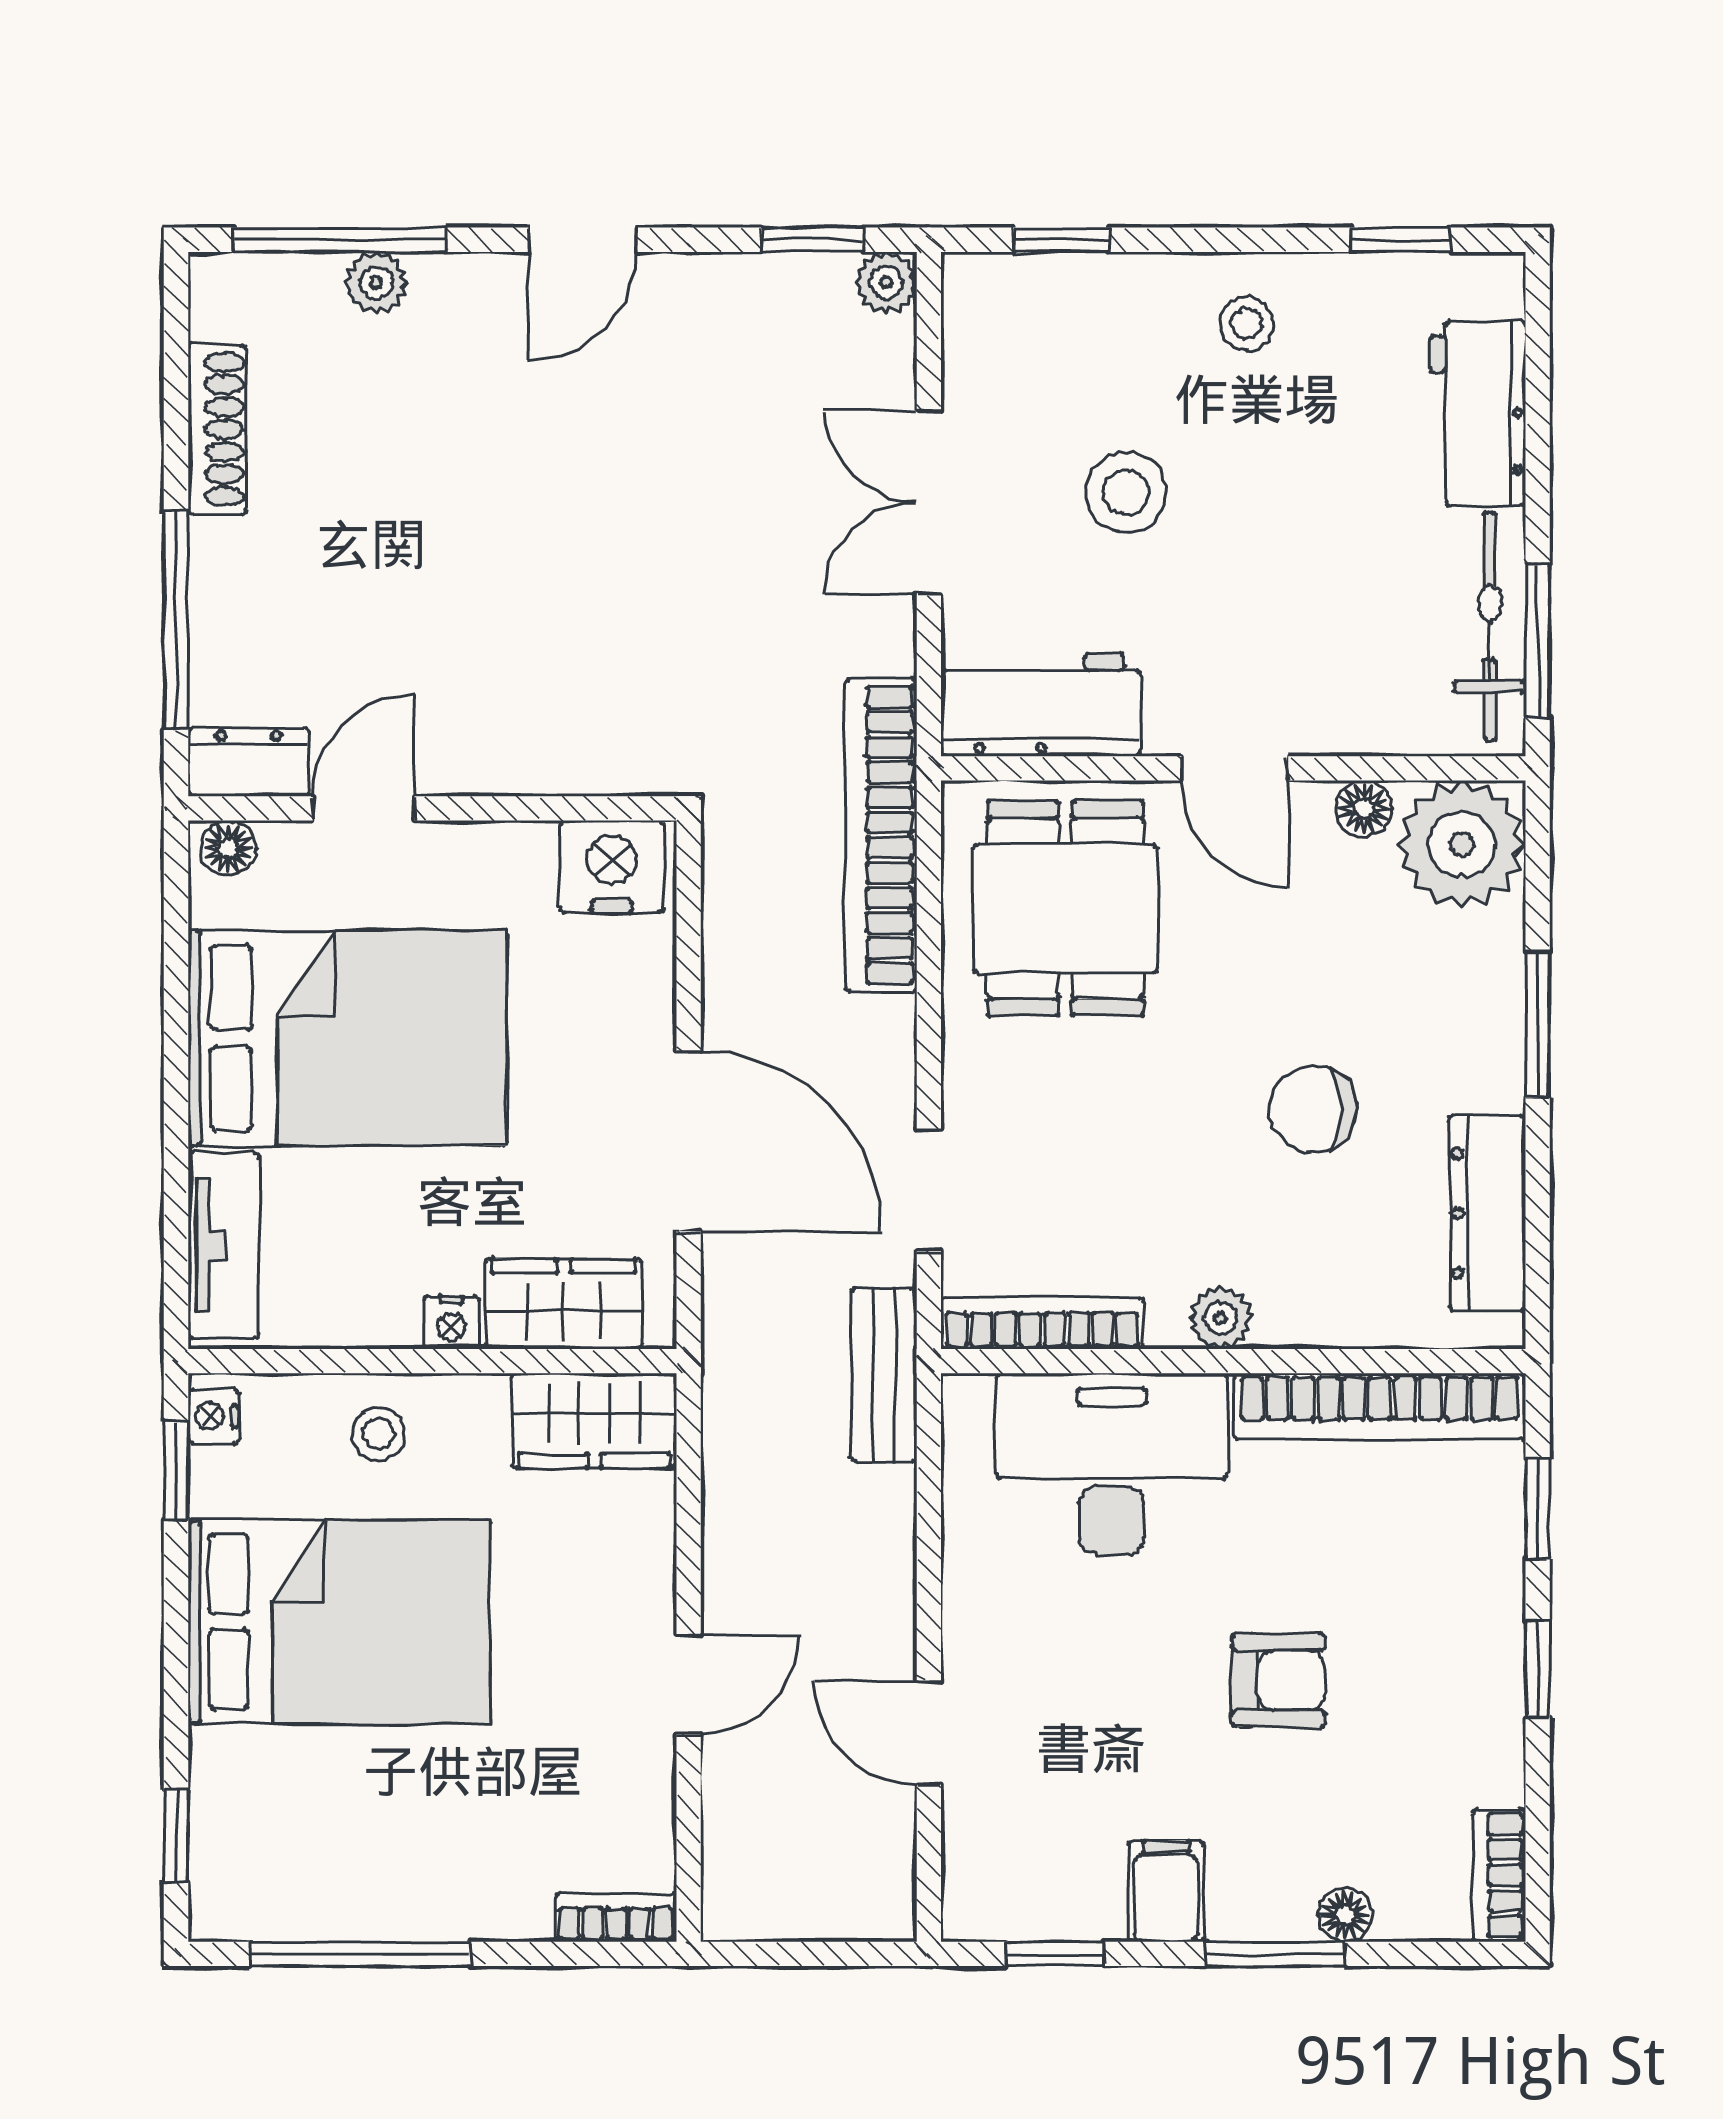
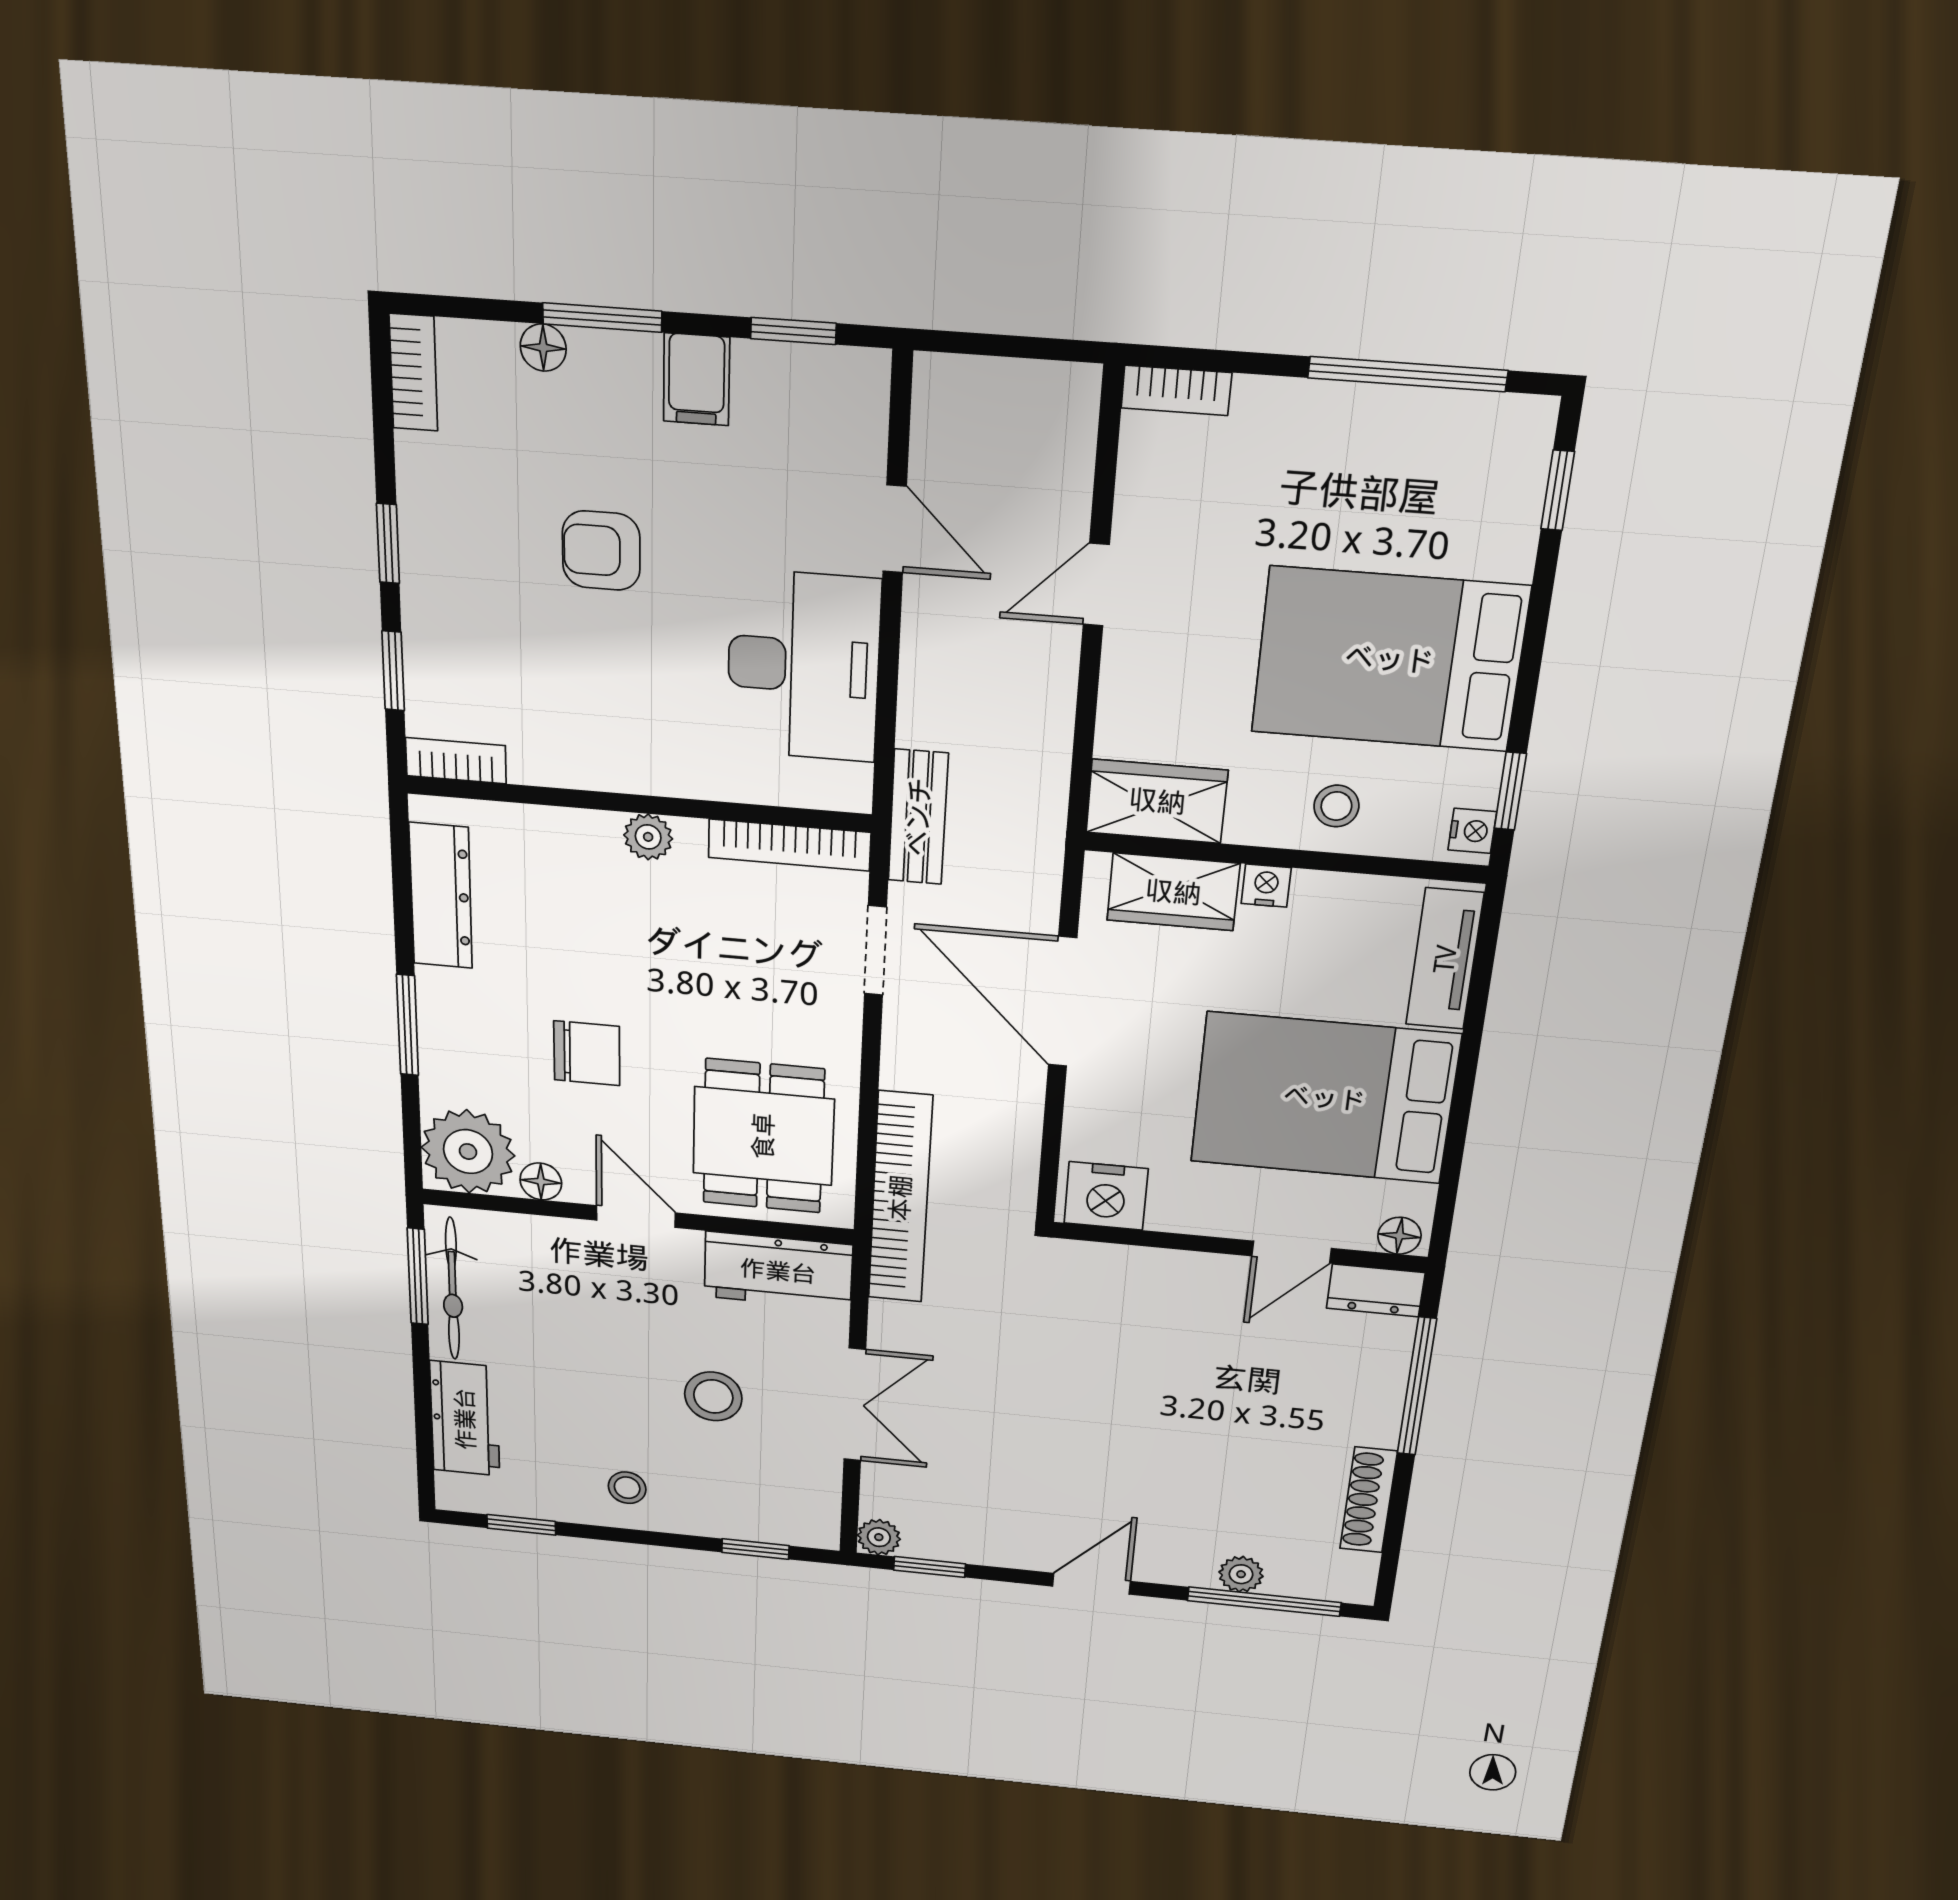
chair: (1313, 1109) -> (587, 1053), moved
bookcase: (1380, 1406) -> (456, 761), width x0.43, depth x0.76
desk: (1112, 1464) -> (803, 666), moved, turned -90

